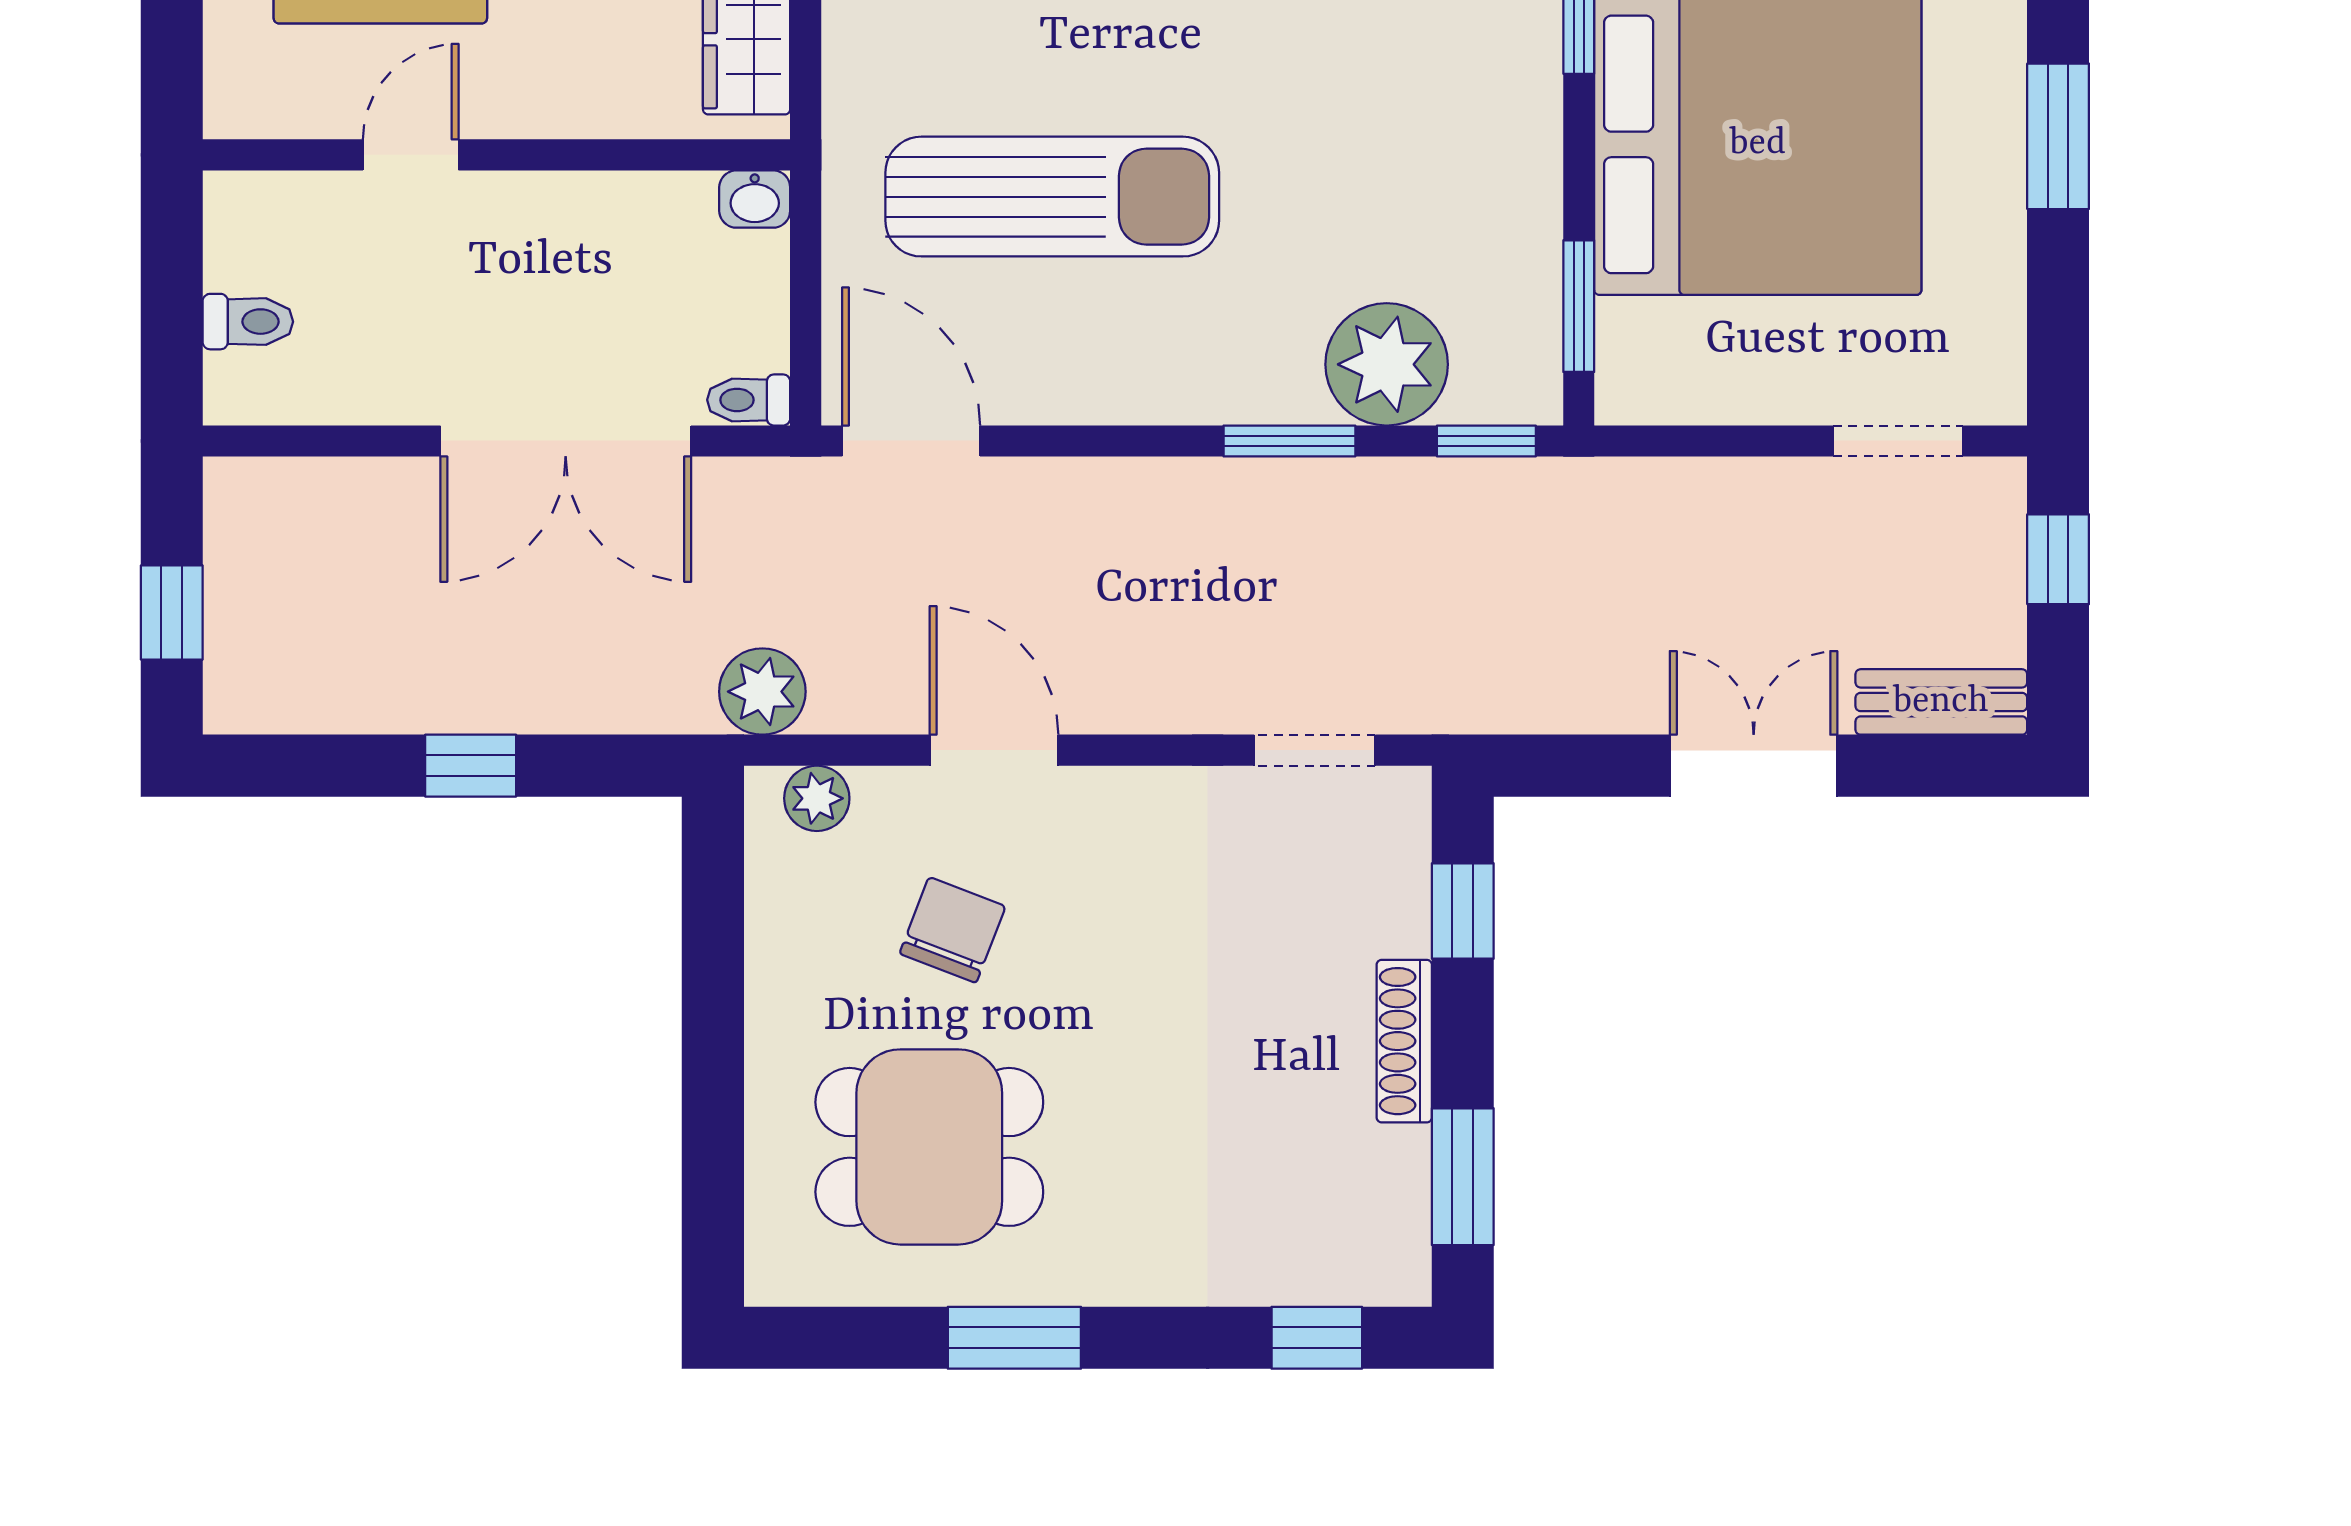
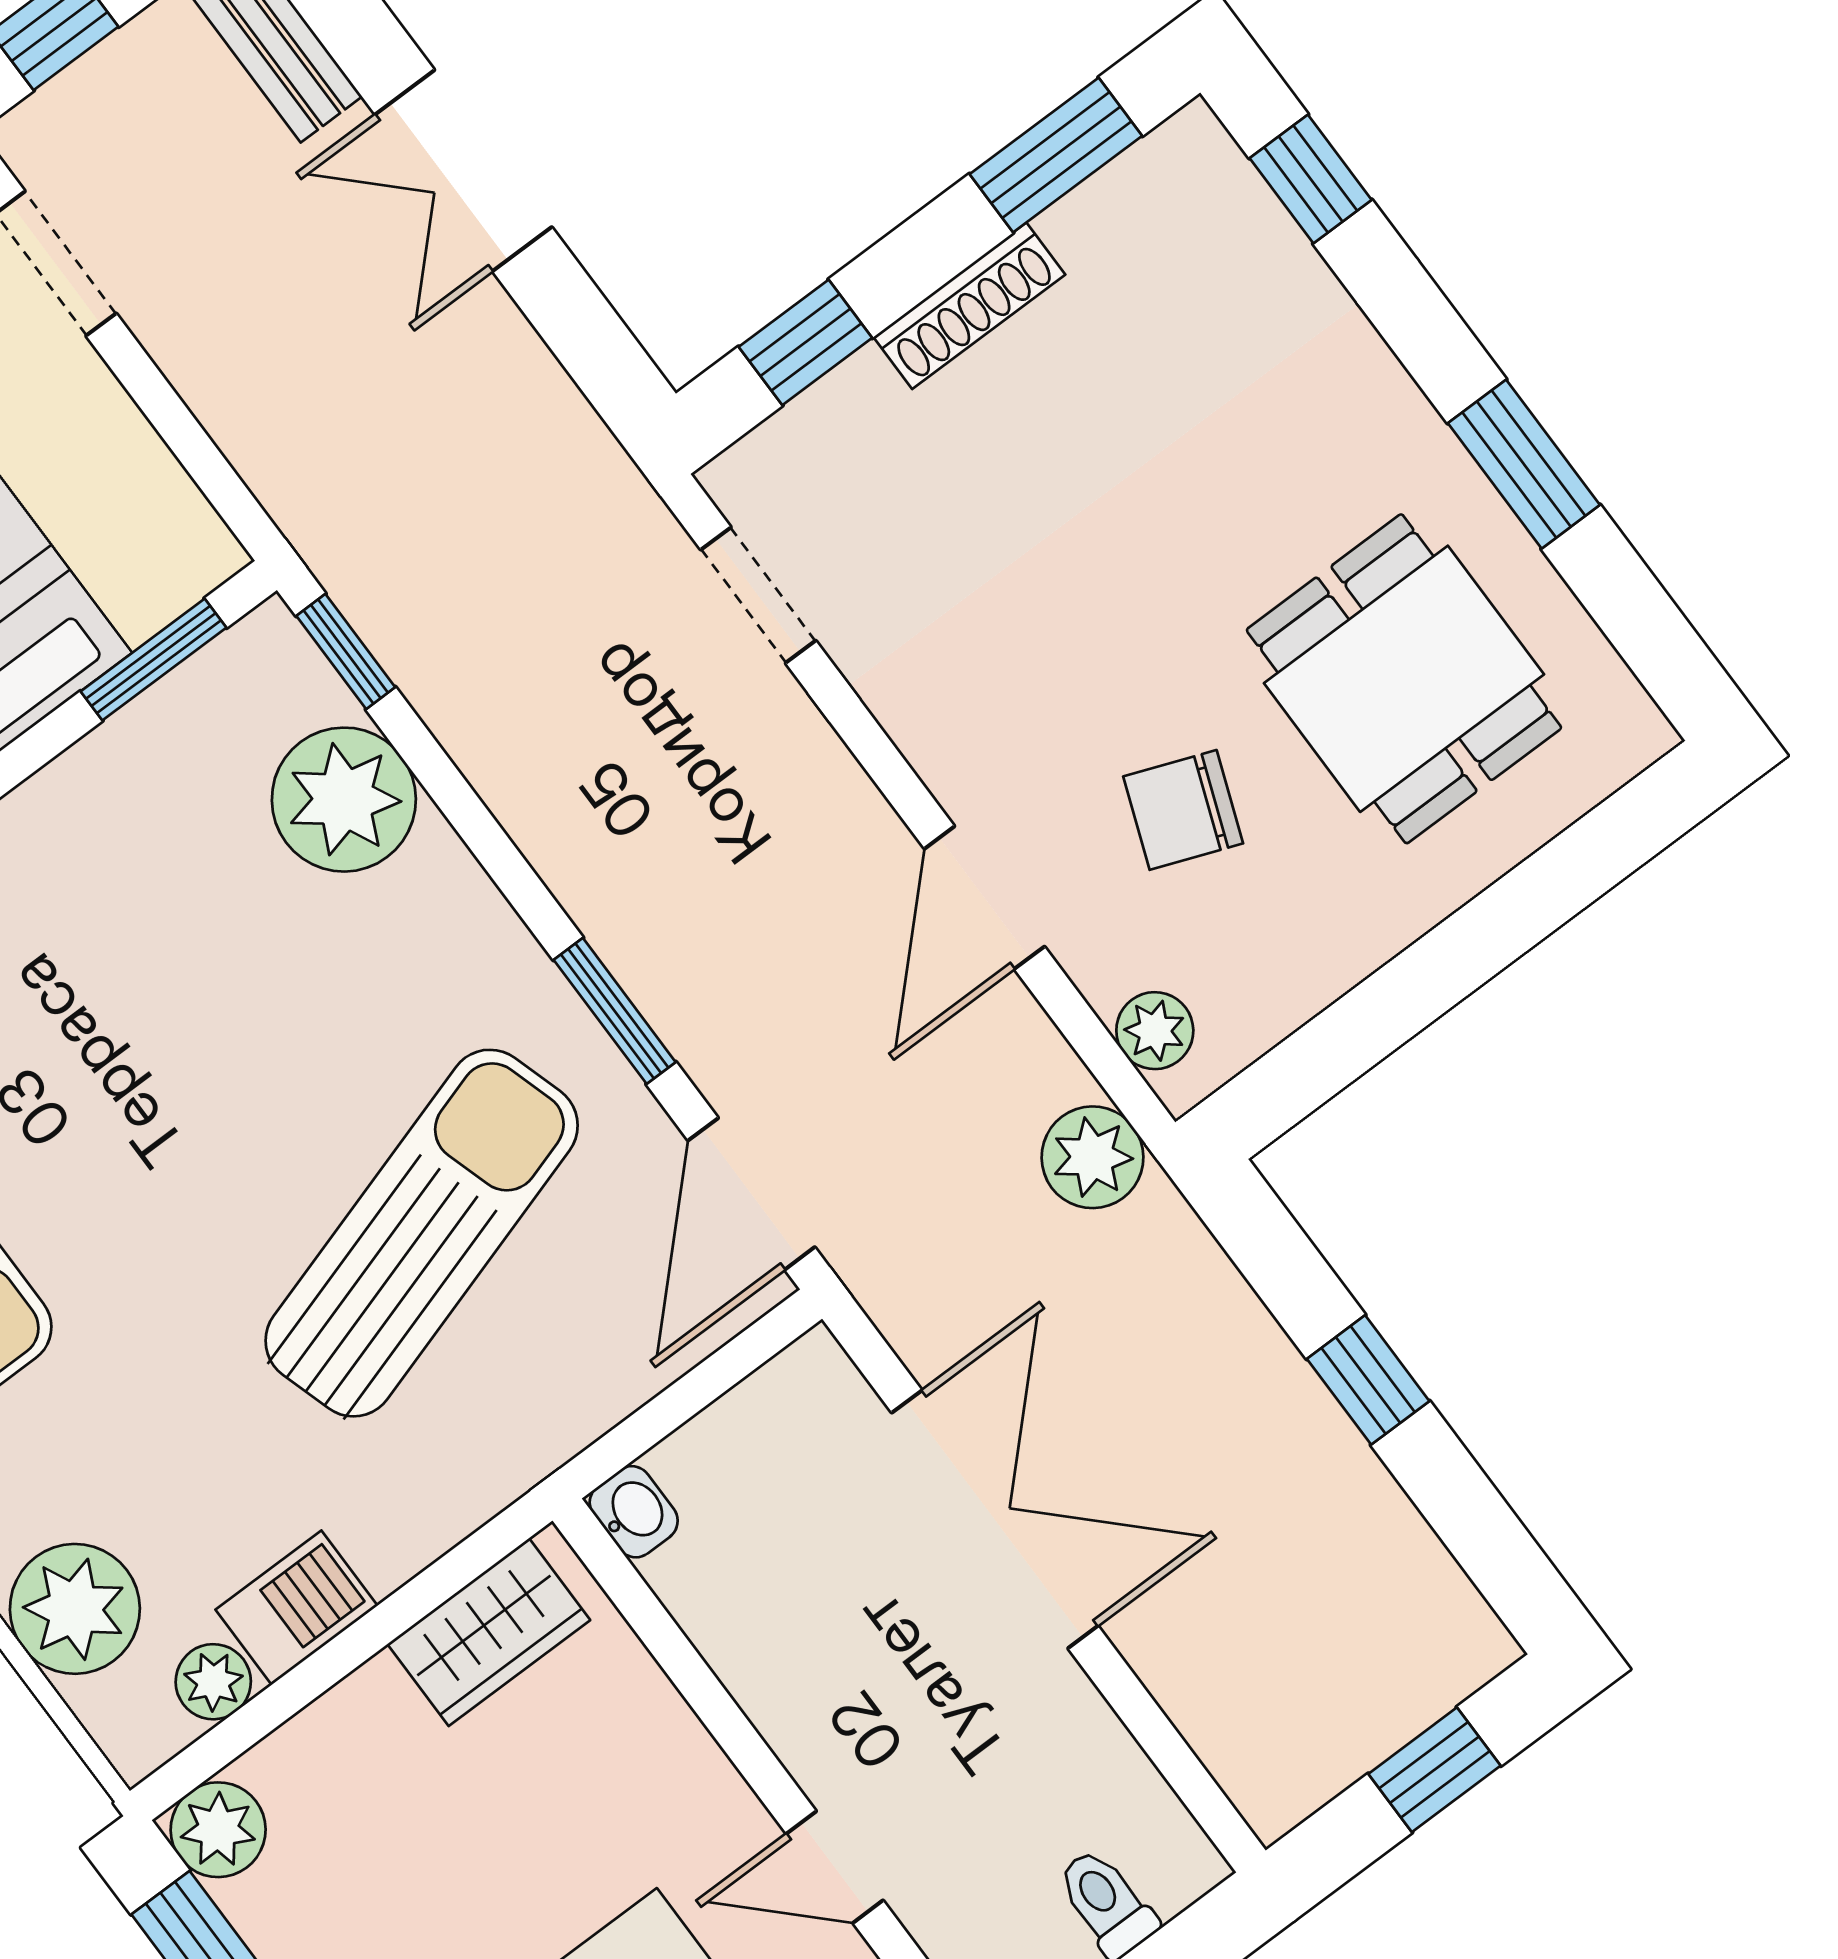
sun lounger: (1052, 197) -> (422, 1233), turned 73
toilet: (749, 400) -> (827, 1376), removed
window: (1289, 441) -> (615, 1011), moved

